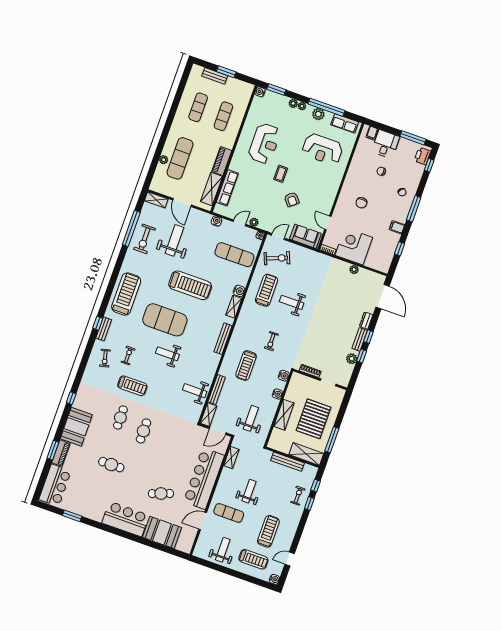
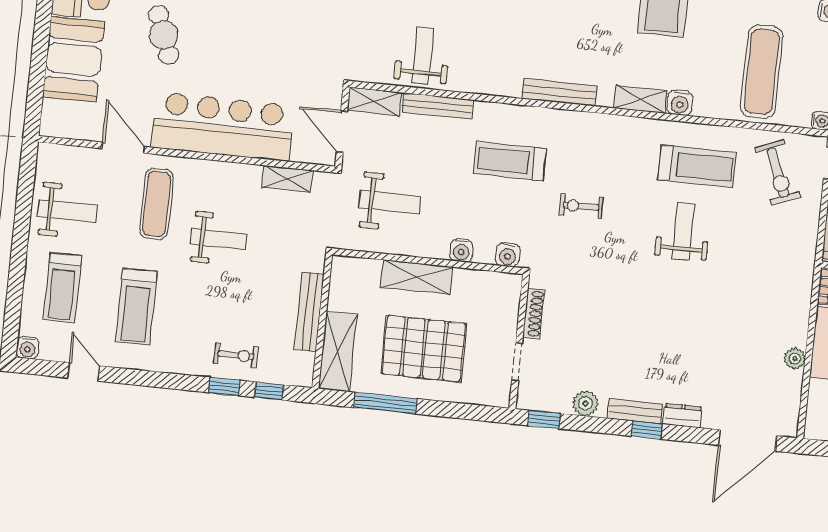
window: (362, 356) -> (544, 419), moved
treadmill: (268, 531) -> (136, 307), turned 90

